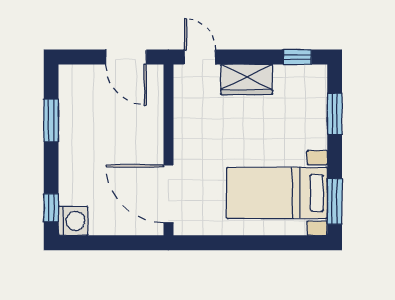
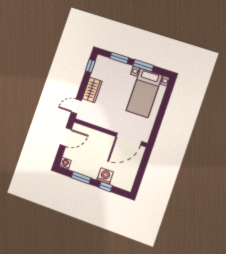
washing machine: (69, 75) -> (65, 163), added
window: (335, 202) -> (143, 66), moved
window: (51, 208) -> (106, 187), moved
washing machine: (73, 221) -> (105, 176), moved

